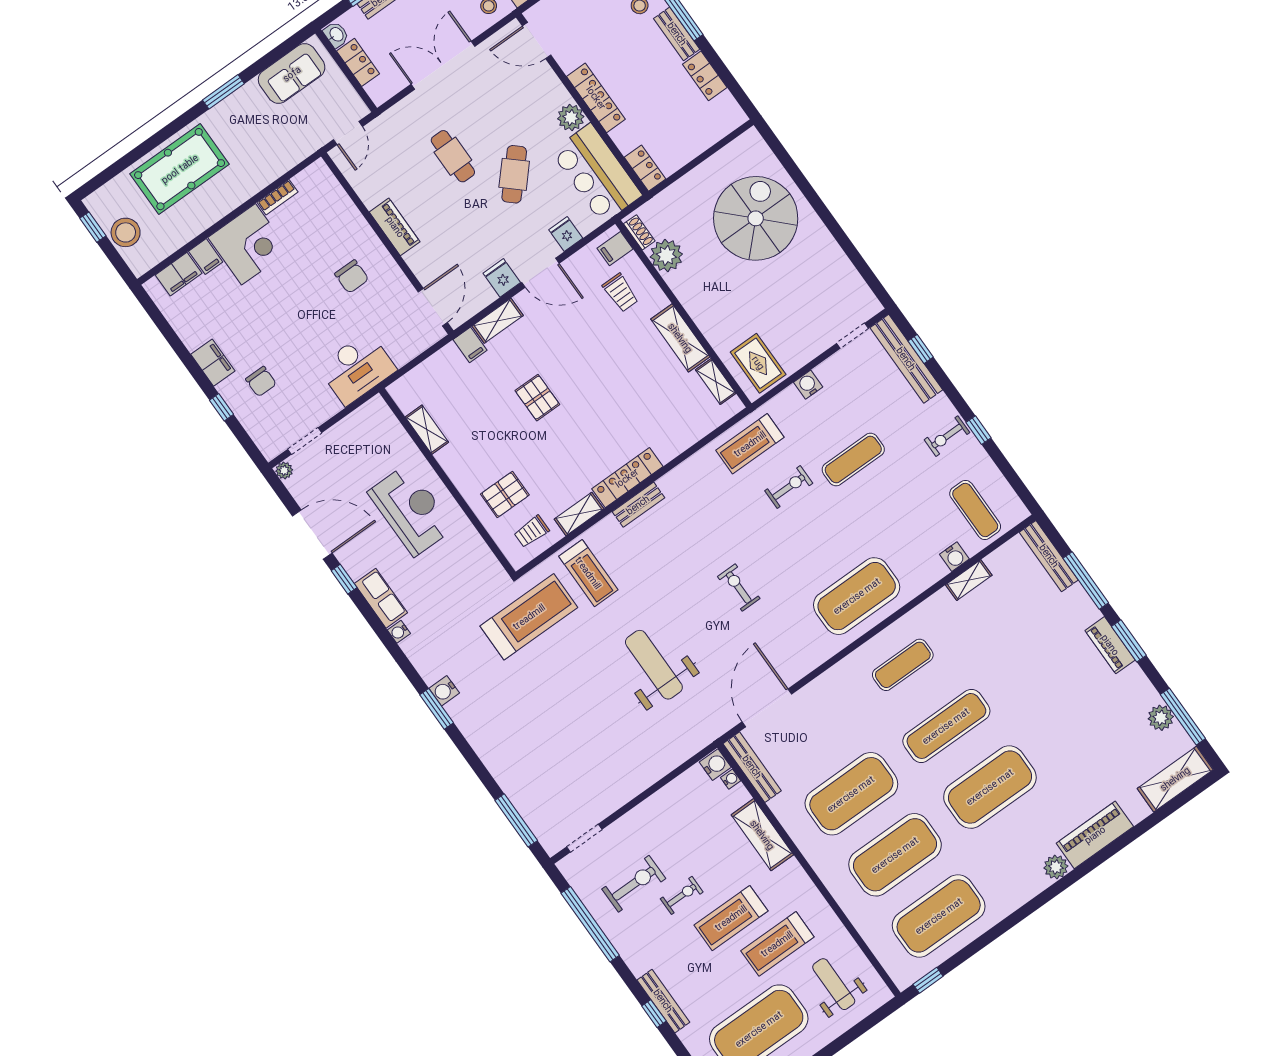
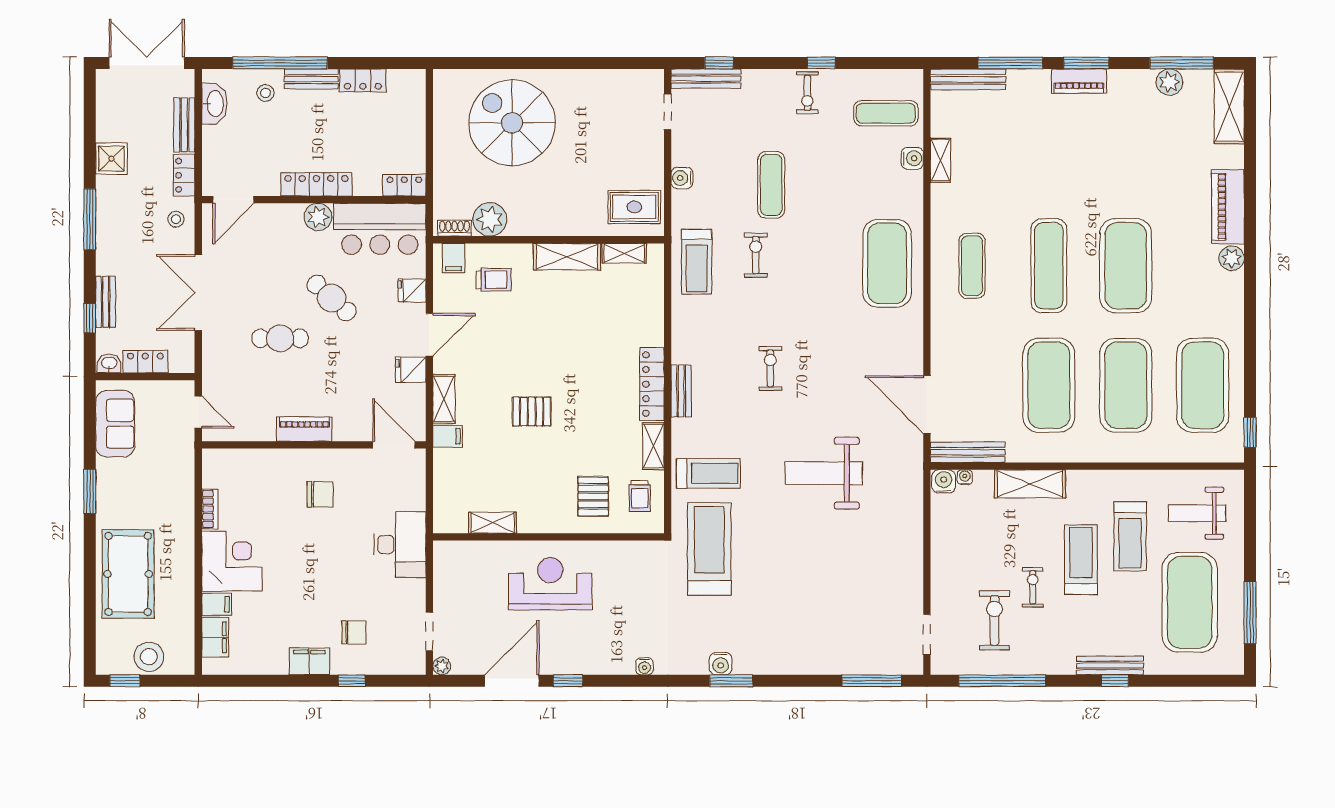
bench: (906, 359) -> (706, 79), width x0.73, depth x0.82
exercise bike: (739, 588) -> (770, 368), moved, turned 90
row of seats: (381, 598) -> (606, 661), removed
treadmill: (731, 918) -> (1081, 560), turned 180

